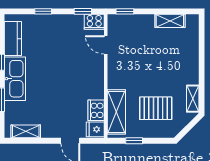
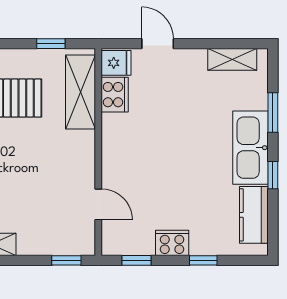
cooker: (94, 22) -> (172, 243), moved

